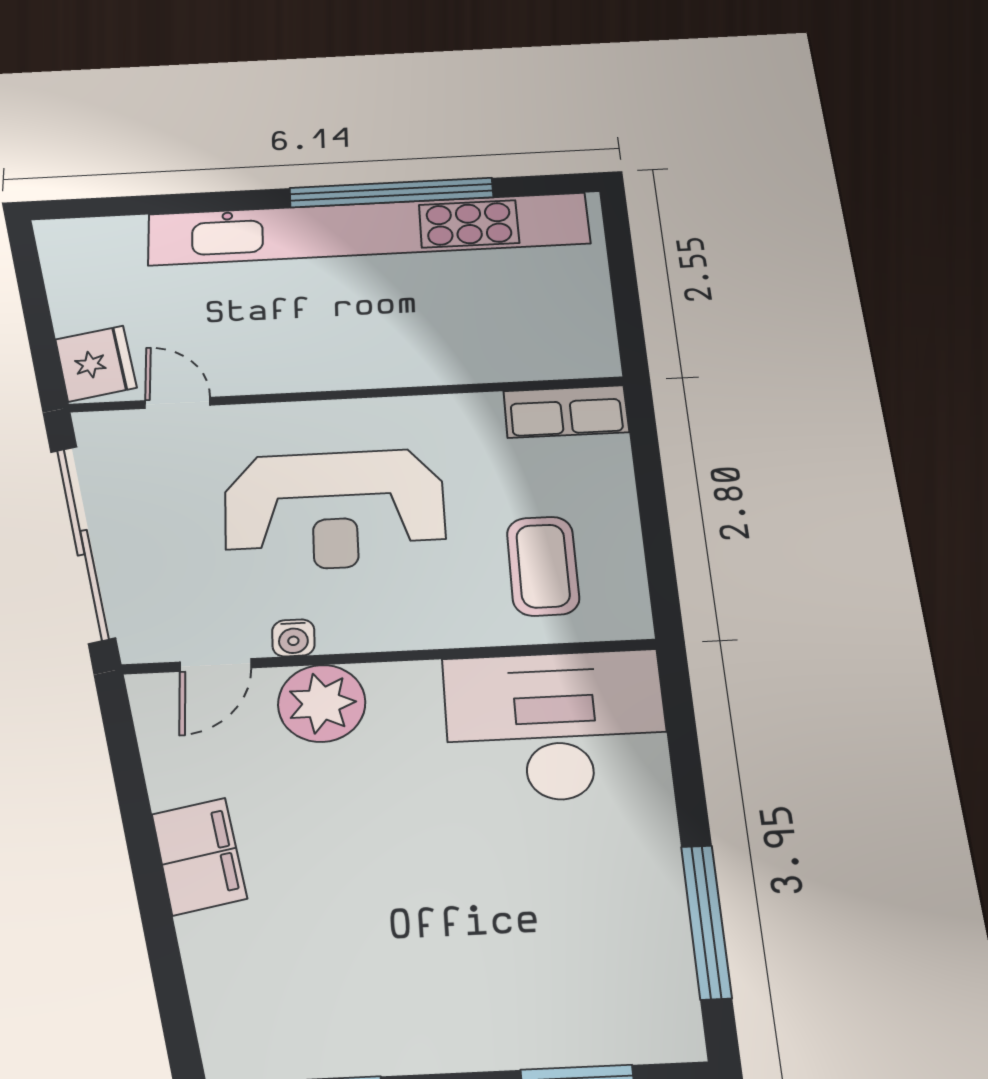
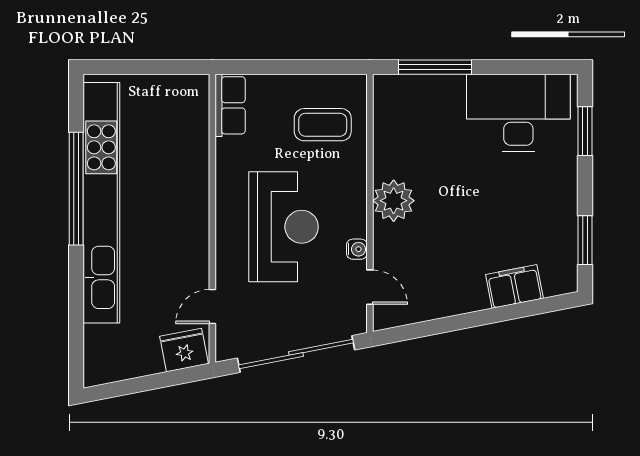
plant: (322, 703) -> (394, 201), moved
desk: (556, 725) -> (518, 113), moved, turned 90
filing cabinet: (199, 856) -> (514, 286), moved
window: (706, 921) -> (435, 67), moved

